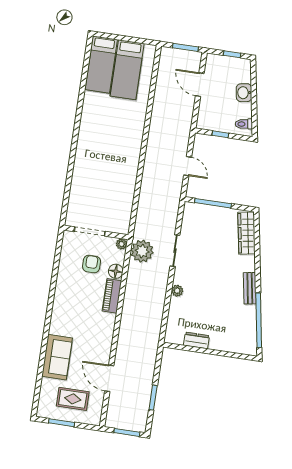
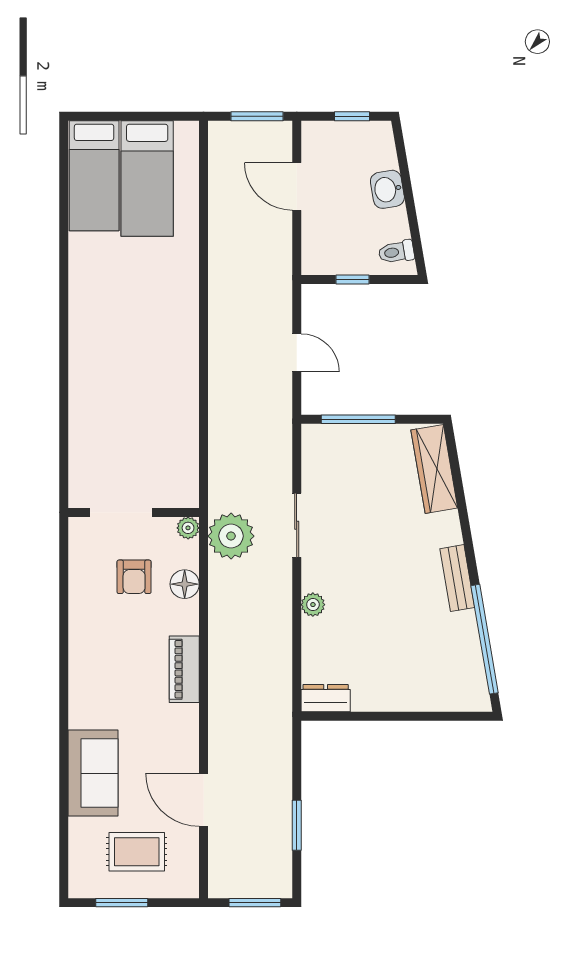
armchair: (92, 264) -> (134, 577), turned 180
piano: (112, 296) -> (184, 669), moved
dresser: (196, 340) -> (326, 698), moved

